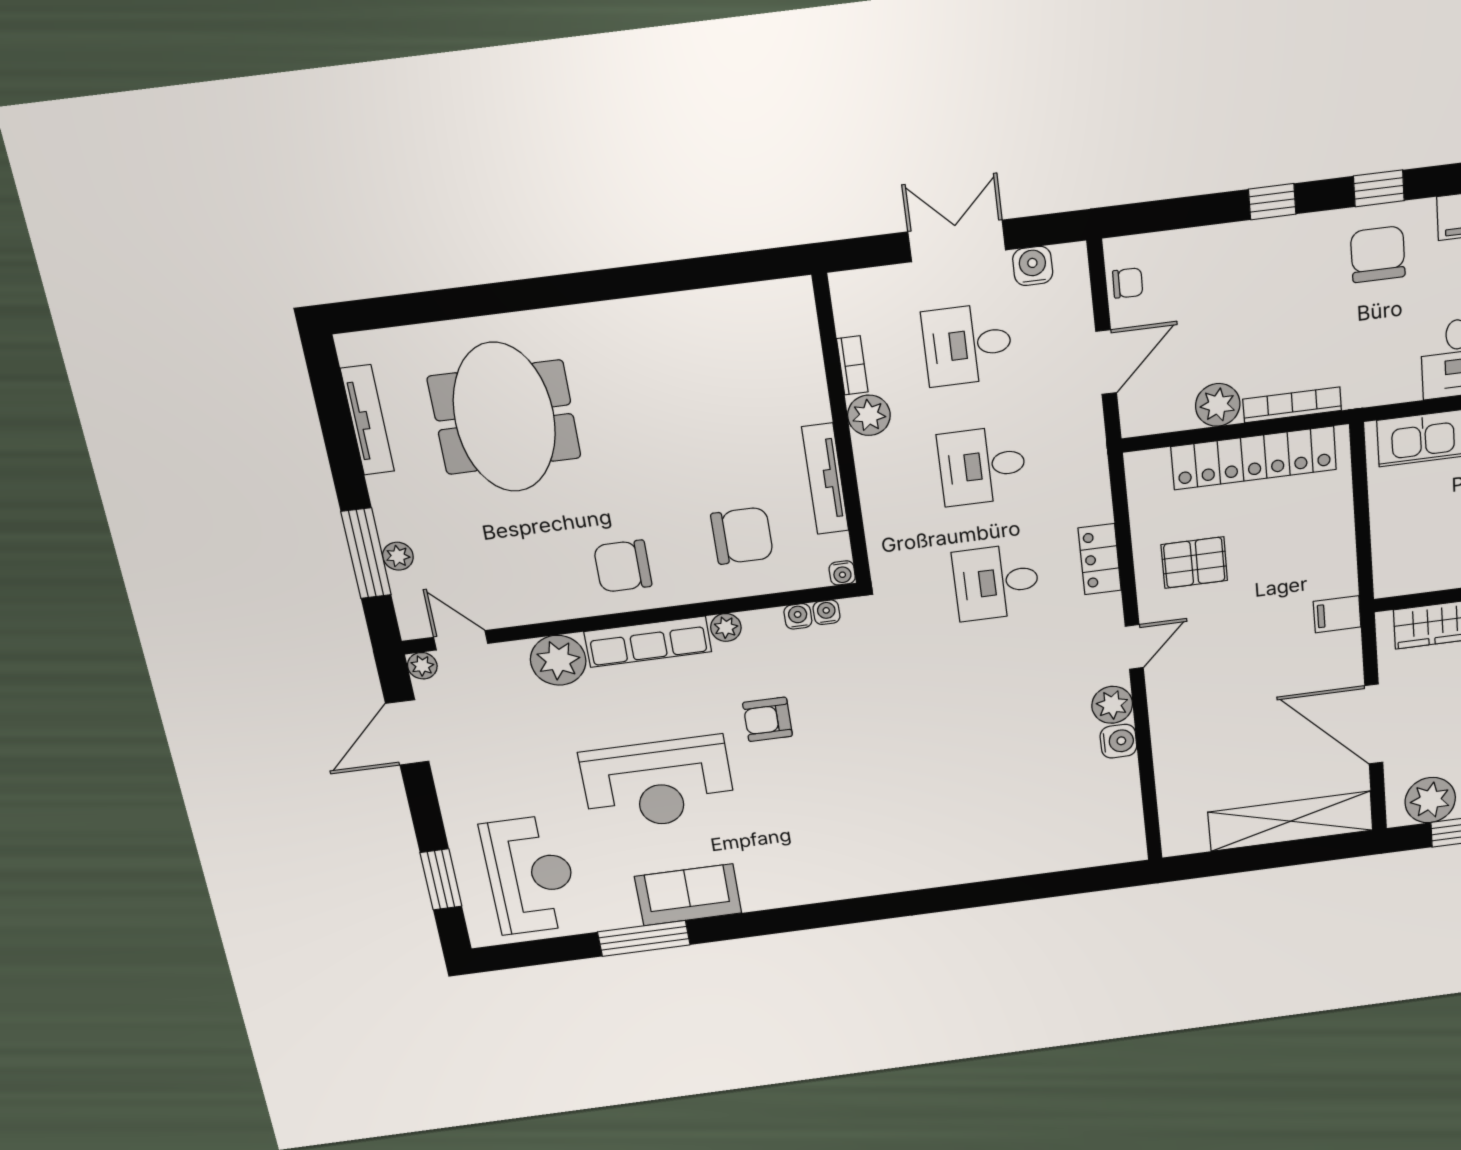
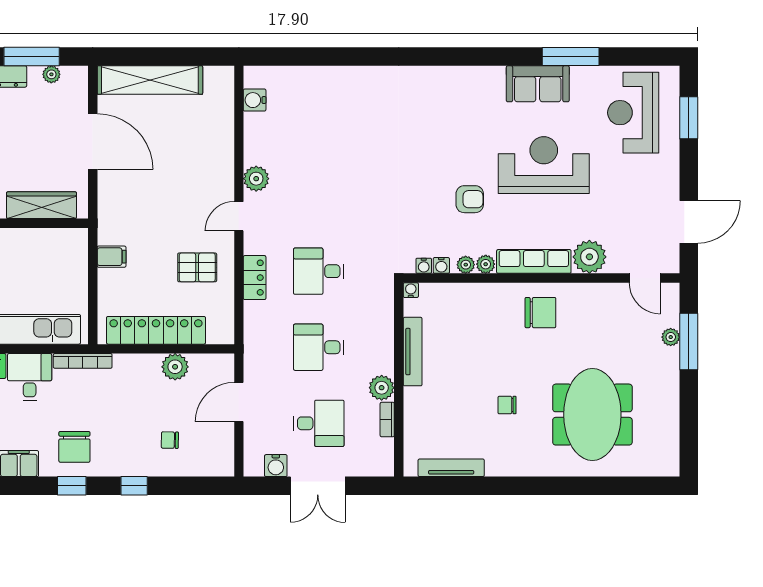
chair: (1128, 283) -> (170, 440), moved
bookcase: (1292, 405) -> (83, 361), moved
tv unit: (367, 420) -> (451, 468), moved, turned 90
desk: (982, 466) -> (319, 347), turned 180
chair: (742, 536) -> (507, 405), moved, width x0.54, depth x0.54
desk: (996, 582) -> (319, 271), turned 180
filing cabinet: (1337, 614) -> (112, 257), moved
plant: (422, 666) -> (466, 265), moved
water cooler: (1118, 741) -> (255, 100), moved
plant: (1430, 800) -> (51, 74), width x0.53, depth x0.53

